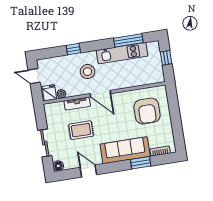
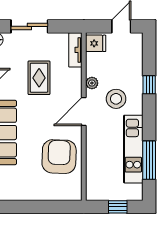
plant: (61, 94) -> (92, 83), moved
tv unit: (77, 104) -> (75, 50), moved
armchair: (147, 111) -> (59, 157), moved, turned 92

